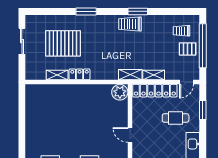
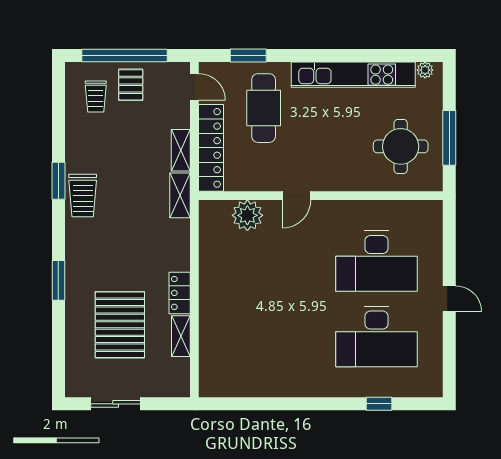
plant: (120, 92) -> (247, 215), moved
cafe table: (176, 118) -> (264, 108), width x1.37, depth x1.35

